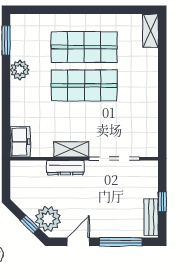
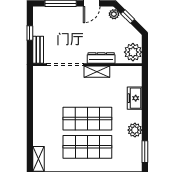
freezer: (20, 142) -> (135, 98), moved
plant: (22, 176) -> (133, 52), added
bench: (151, 217) -> (38, 50), moved
plant: (48, 219) -> (114, 14), width x0.53, depth x0.53

